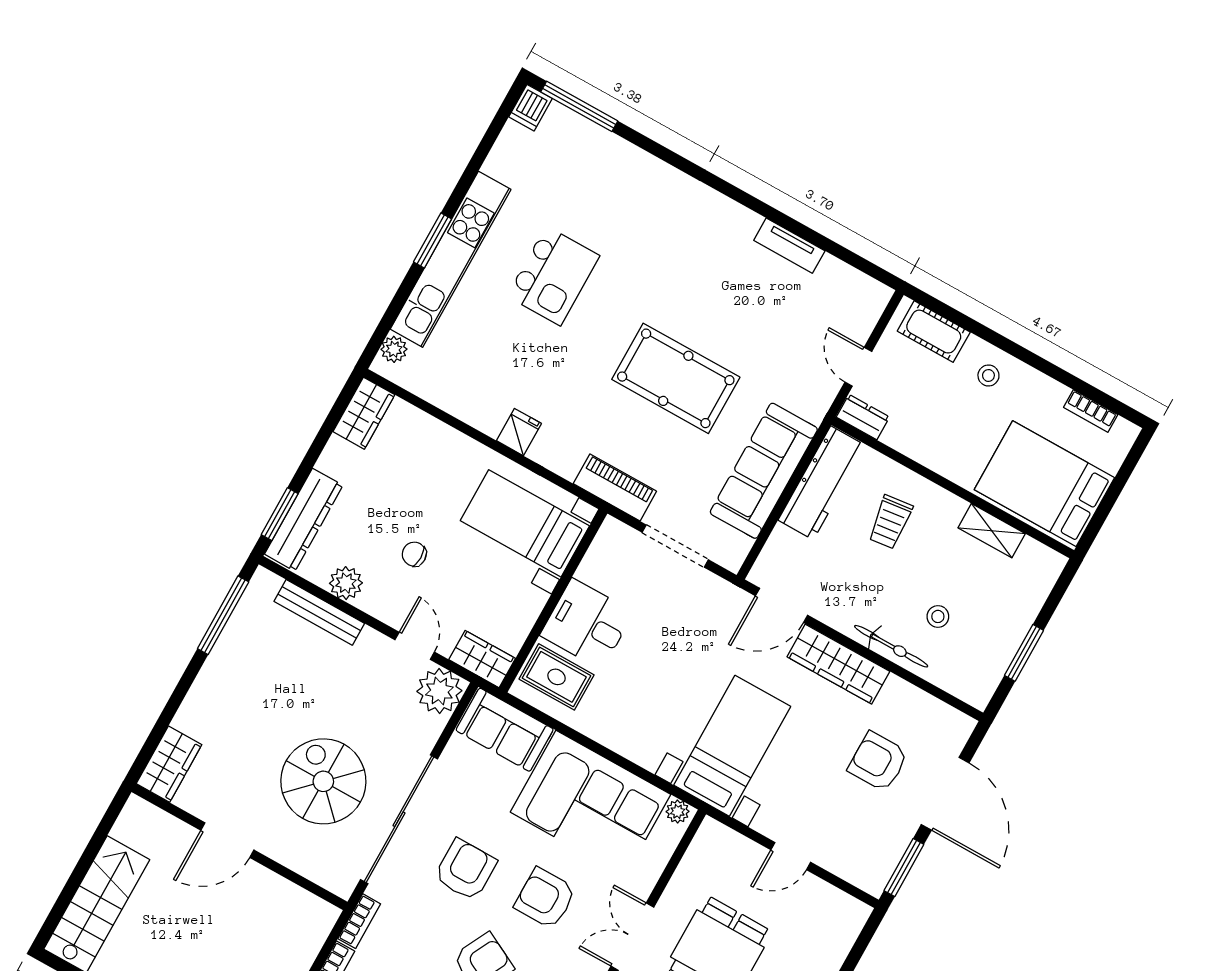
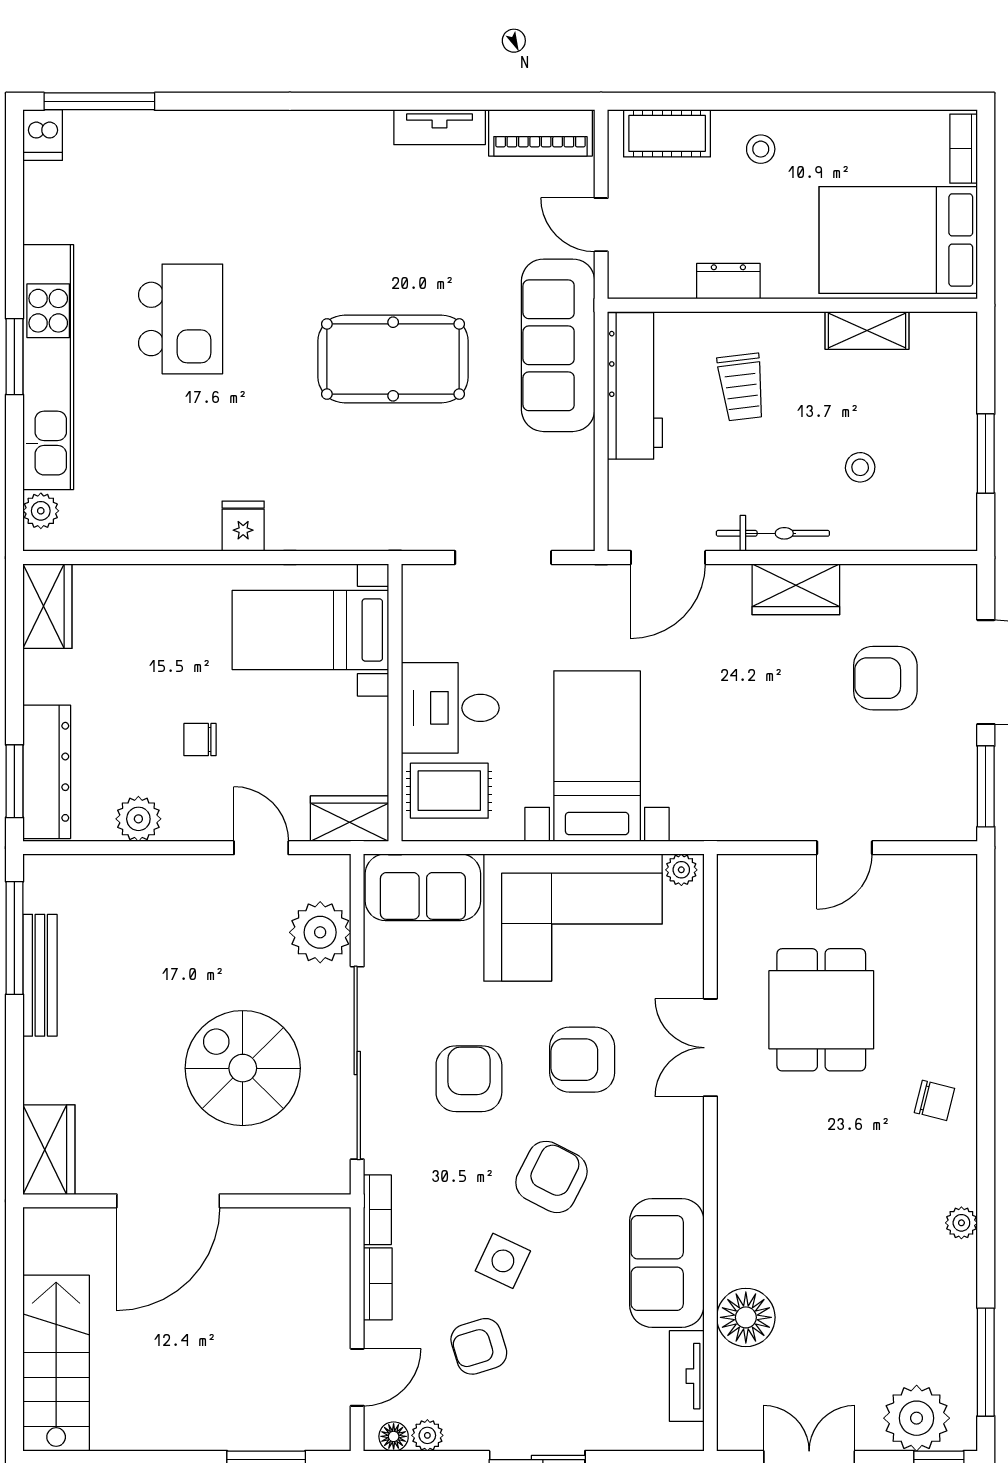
bookcase: (1091, 411) -> (964, 149), moved, turned 90
dresser: (863, 417) -> (728, 281), moved
sofa: (764, 471) -> (558, 345), moved
piano: (615, 487) -> (540, 133), moved, turned 180
bench: (319, 612) -> (40, 975), moved, turned 90
bicycle: (891, 646) -> (773, 533), moved
wardrobe: (838, 664) -> (796, 589), width x0.67
plant: (439, 691) -> (320, 932), moved
bed with nightstands: (732, 746) -> (597, 756), moved
door: (227, 840) -> (168, 1201), width x1.36

